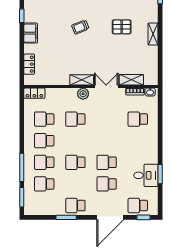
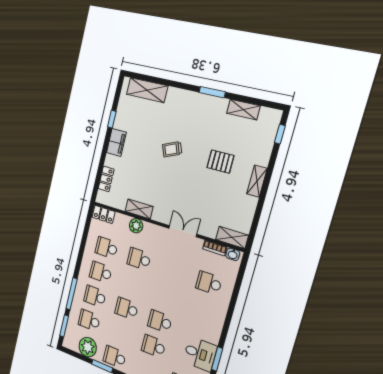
shelving: (82, 80) -> (139, 209), moved
shelving: (131, 80) -> (232, 237), moved
plant: (83, 94) -> (136, 226), moved
plant: (49, 207) -> (88, 347), added

